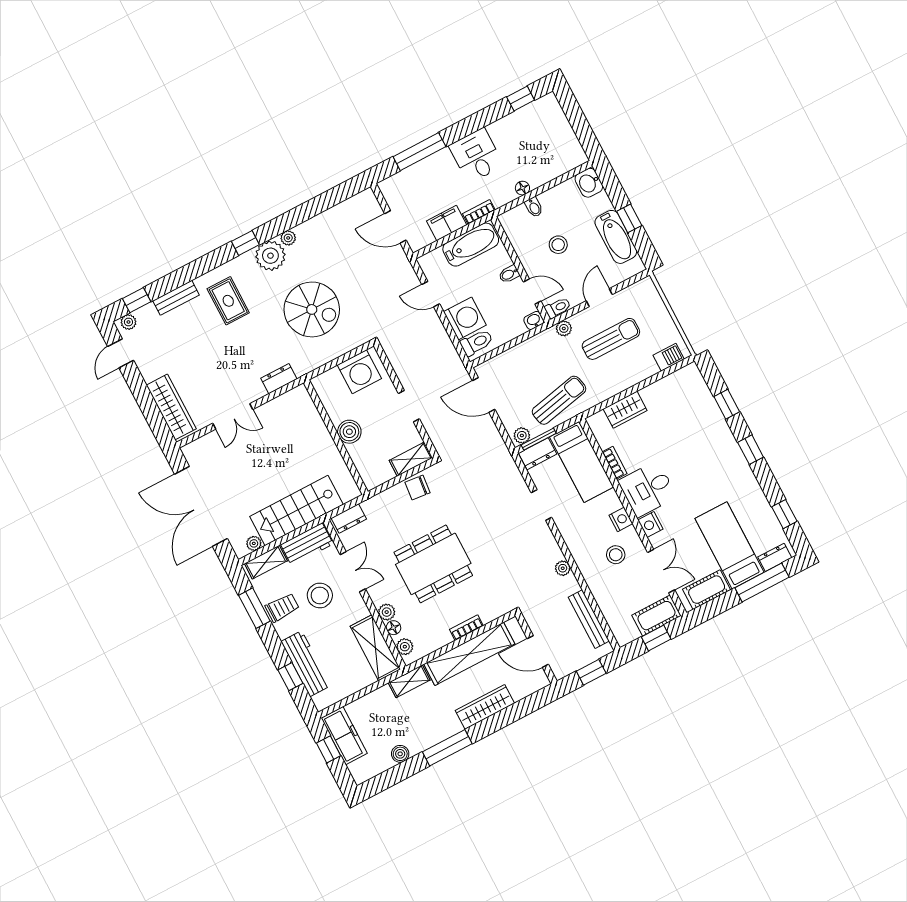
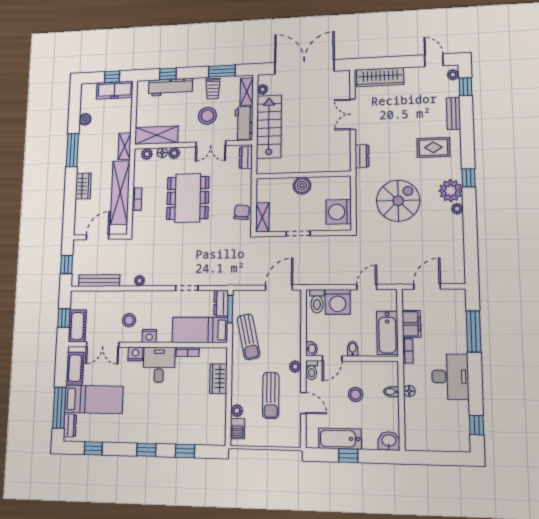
desk: (476, 156) -> (450, 377), width x1.37
spiral stairs: (312, 309) -> (398, 201), turned 180
plant: (522, 435) -> (237, 411), moved
wardrobe: (485, 707) -> (83, 186), width x0.67

